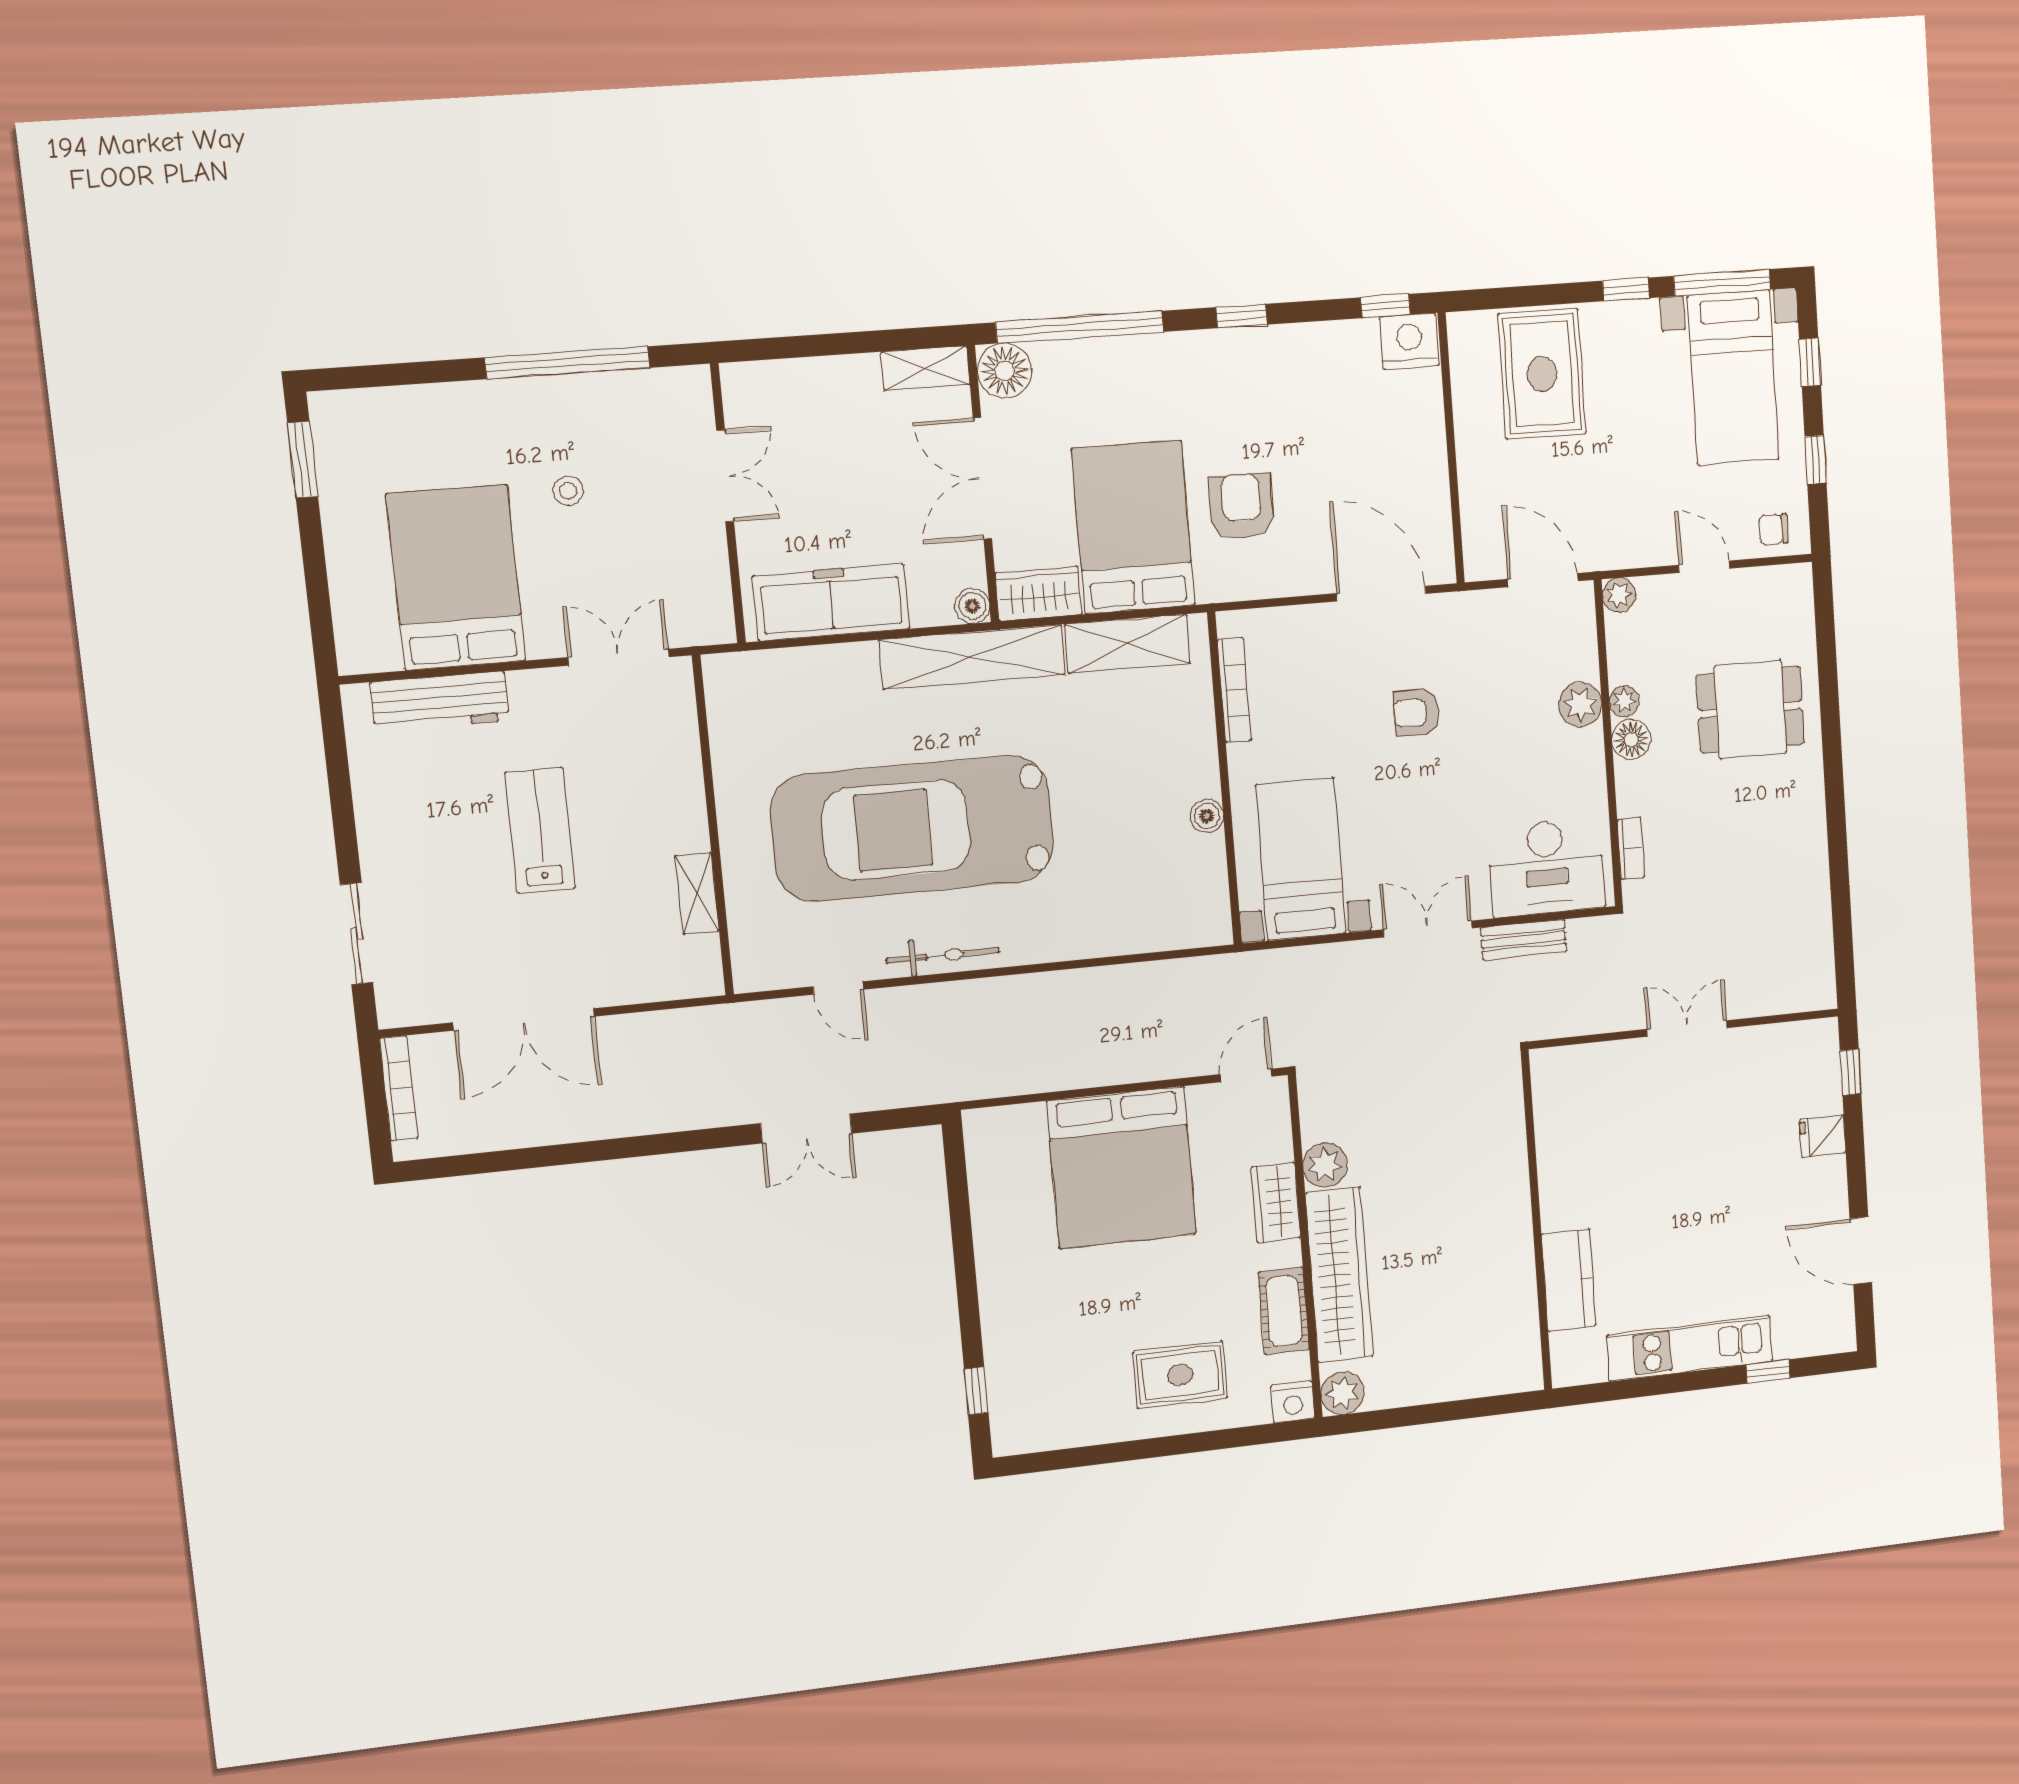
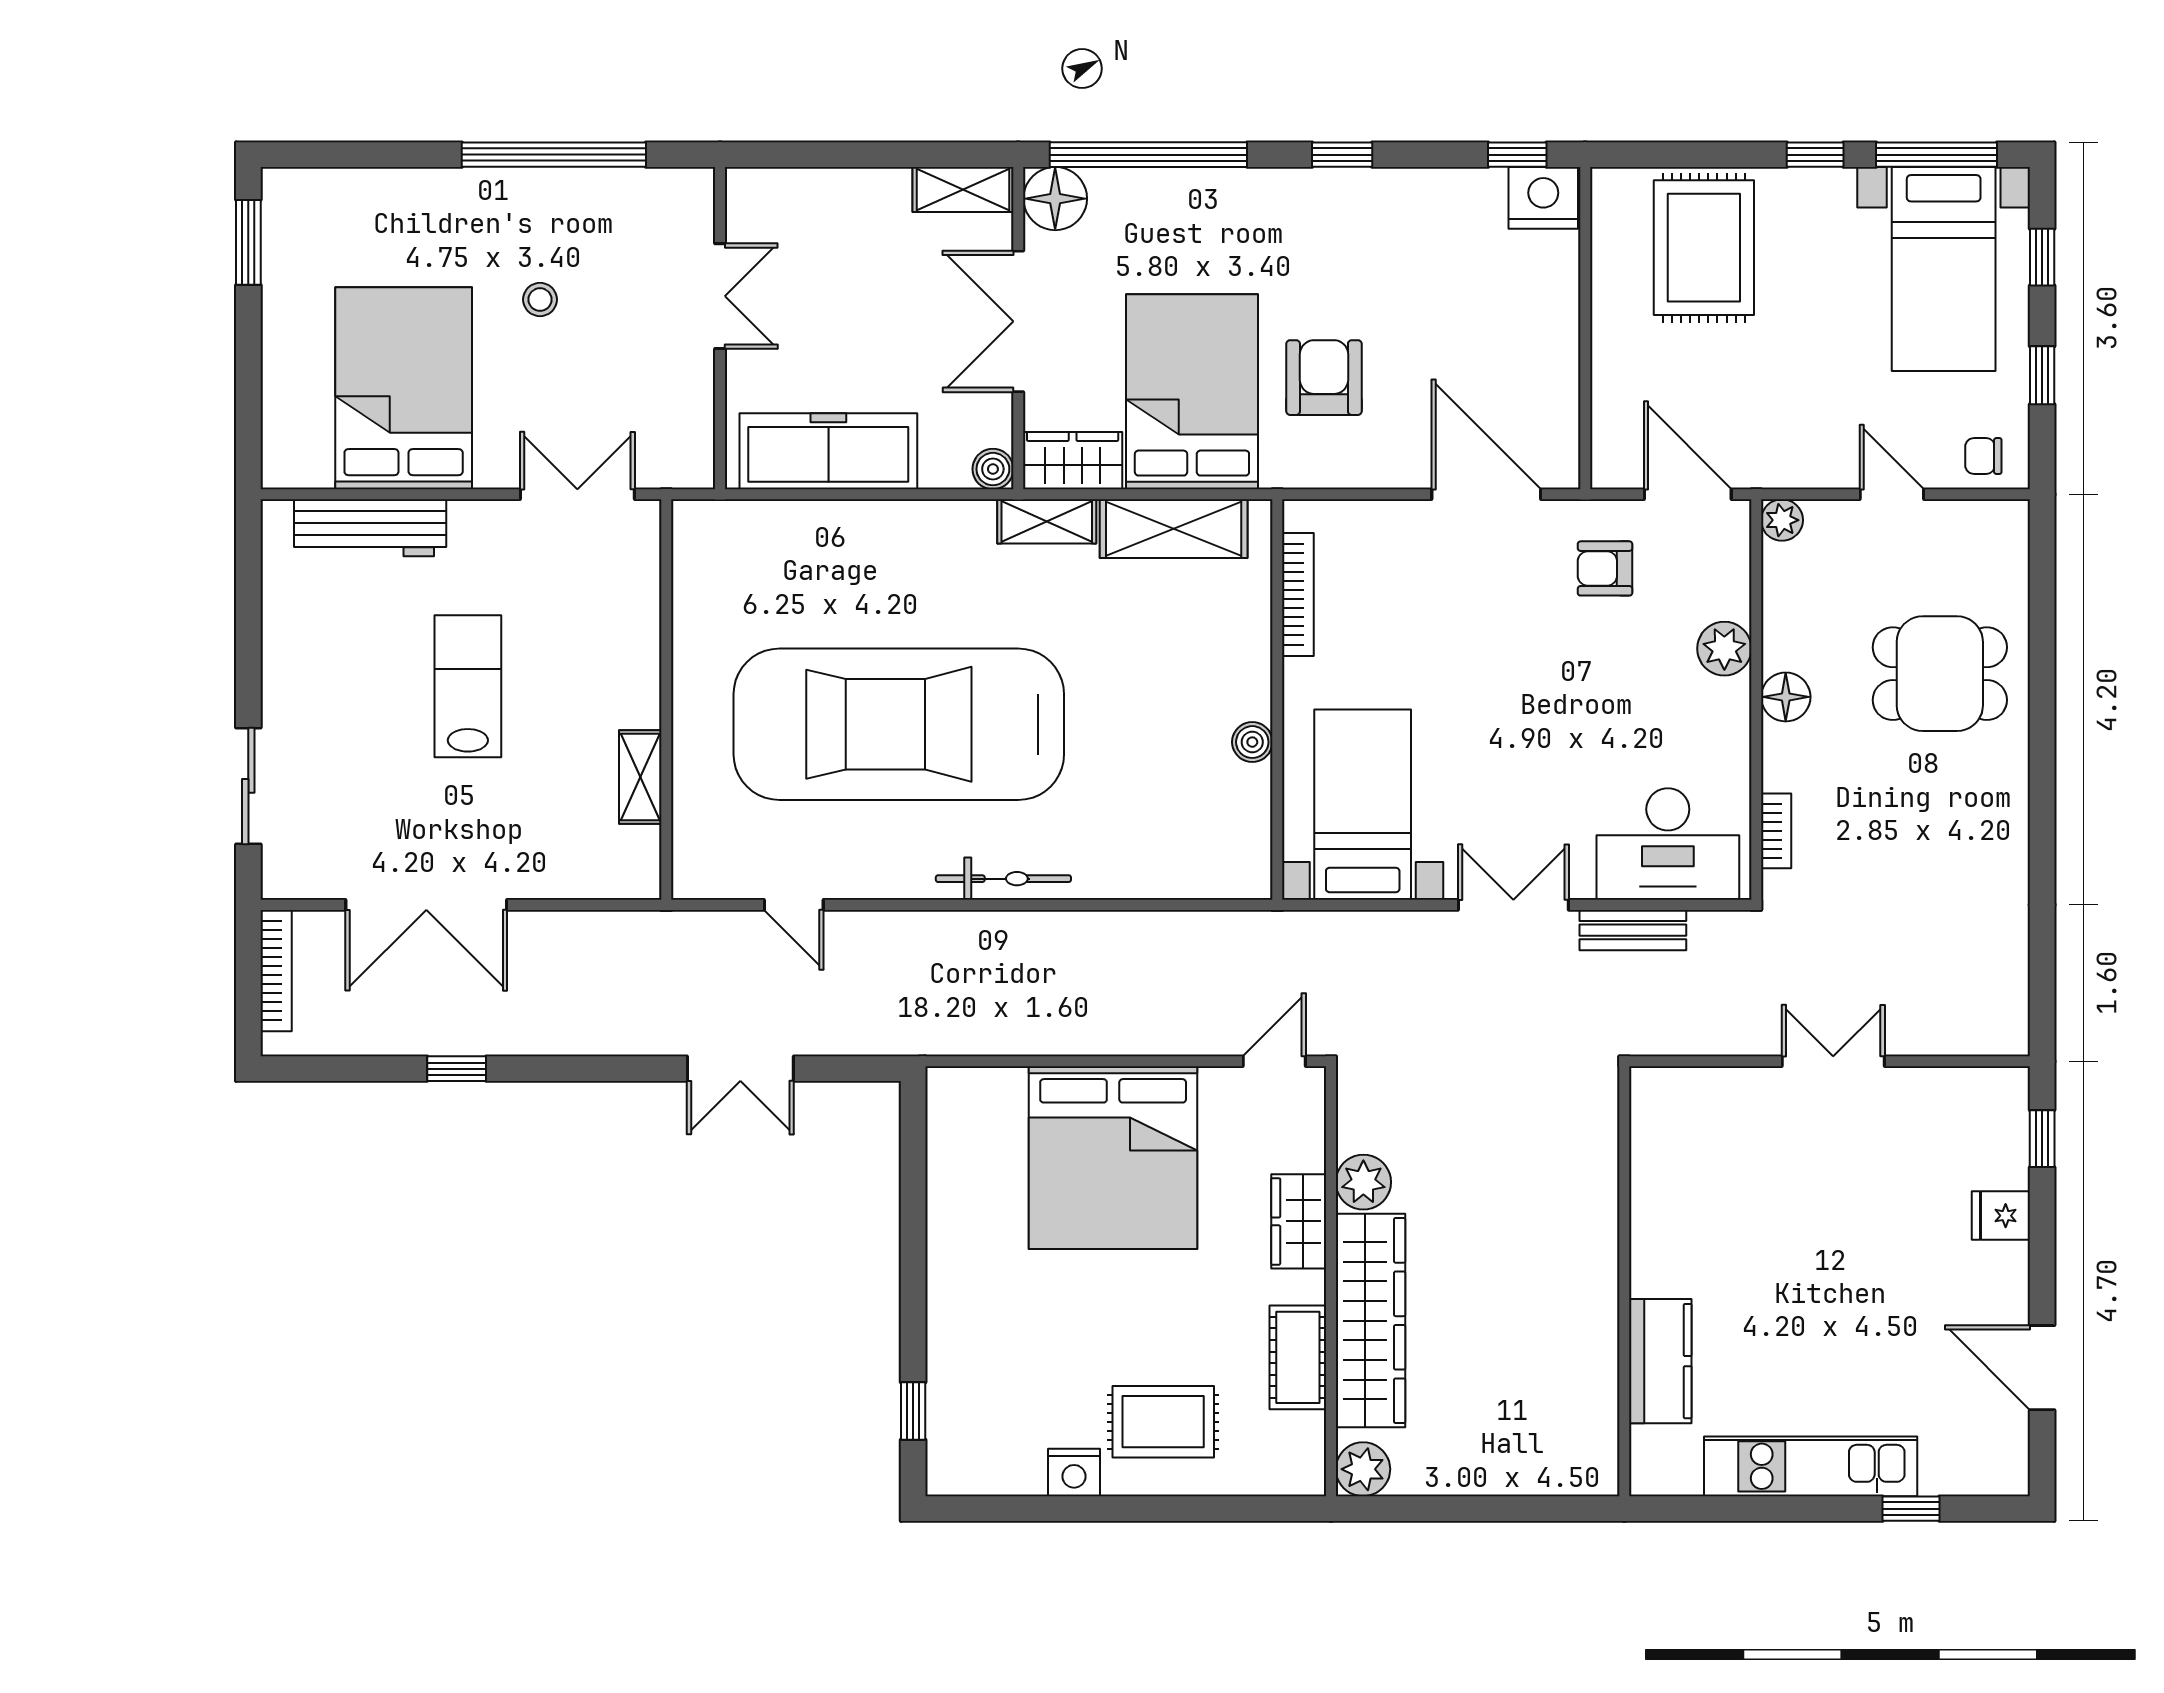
shelving: (972, 657) -> (1047, 521), width x0.45, depth x0.75
plant: (1624, 701) -> (1780, 650), removed
armchair: (1416, 712) -> (1605, 568), moved
bicycle: (943, 956) -> (1003, 879), moved
window: (565, 1154) -> (457, 1069), added
nightstand: (1293, 1402) -> (1074, 1473), moved

